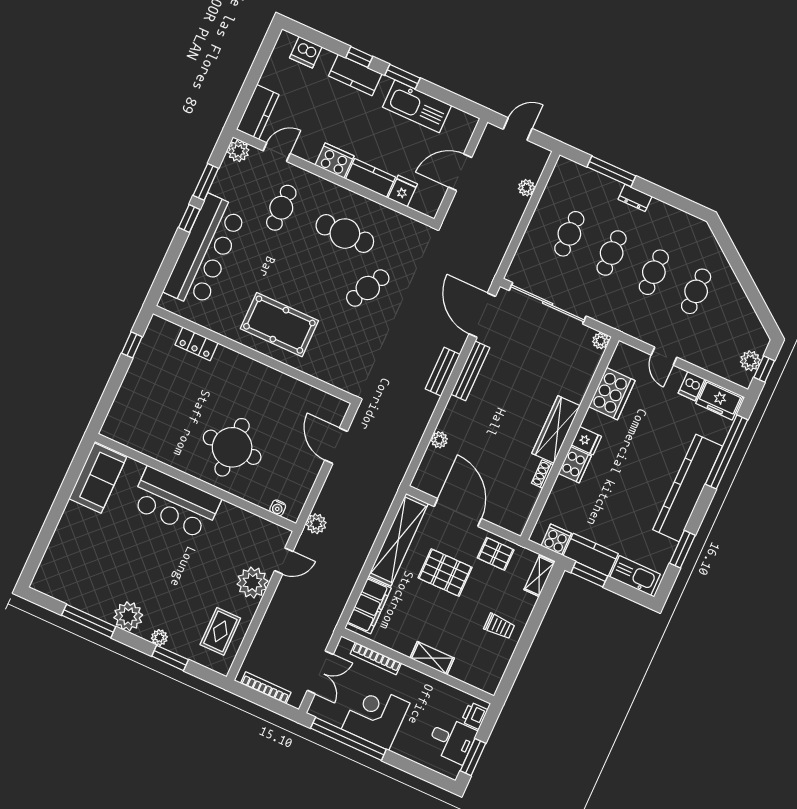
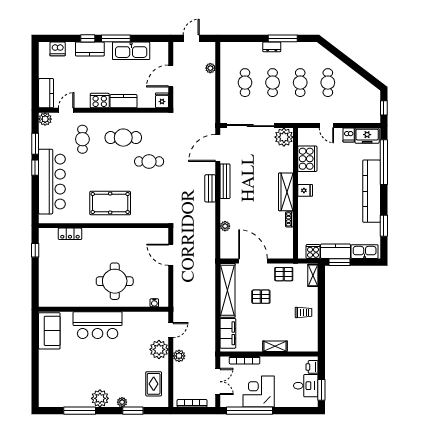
window: (402, 77) -> (116, 38), width x1.44
window: (611, 171) -> (283, 38), moved
fridge: (403, 191) -> (162, 100), moved
cafe table: (368, 288) -> (149, 161), turned 62
door: (482, 315) -> (218, 148), hinge flipped
plant: (601, 341) -> (284, 137), width x1.87, depth x1.87
plant: (750, 361) -> (374, 107), removed
cooker: (575, 465) -> (305, 206), removed
plant: (316, 524) -> (179, 356), moved
pallet: (445, 573) -> (261, 297), width x0.67, depth x0.71

